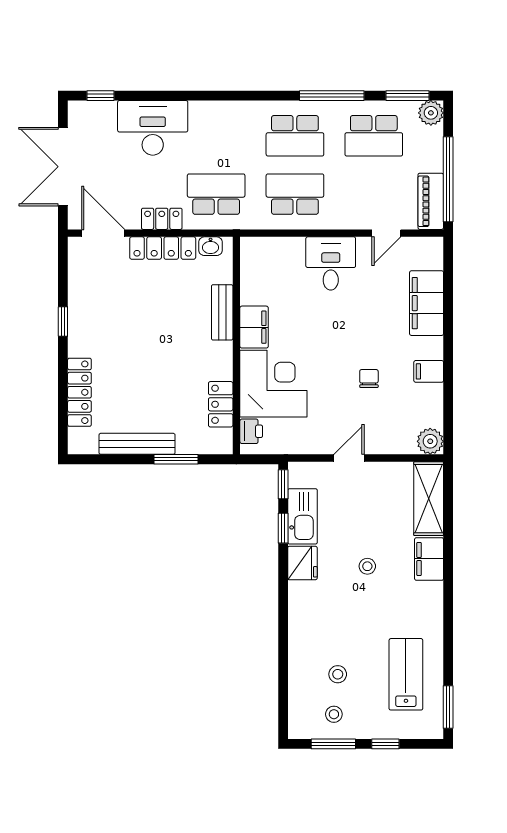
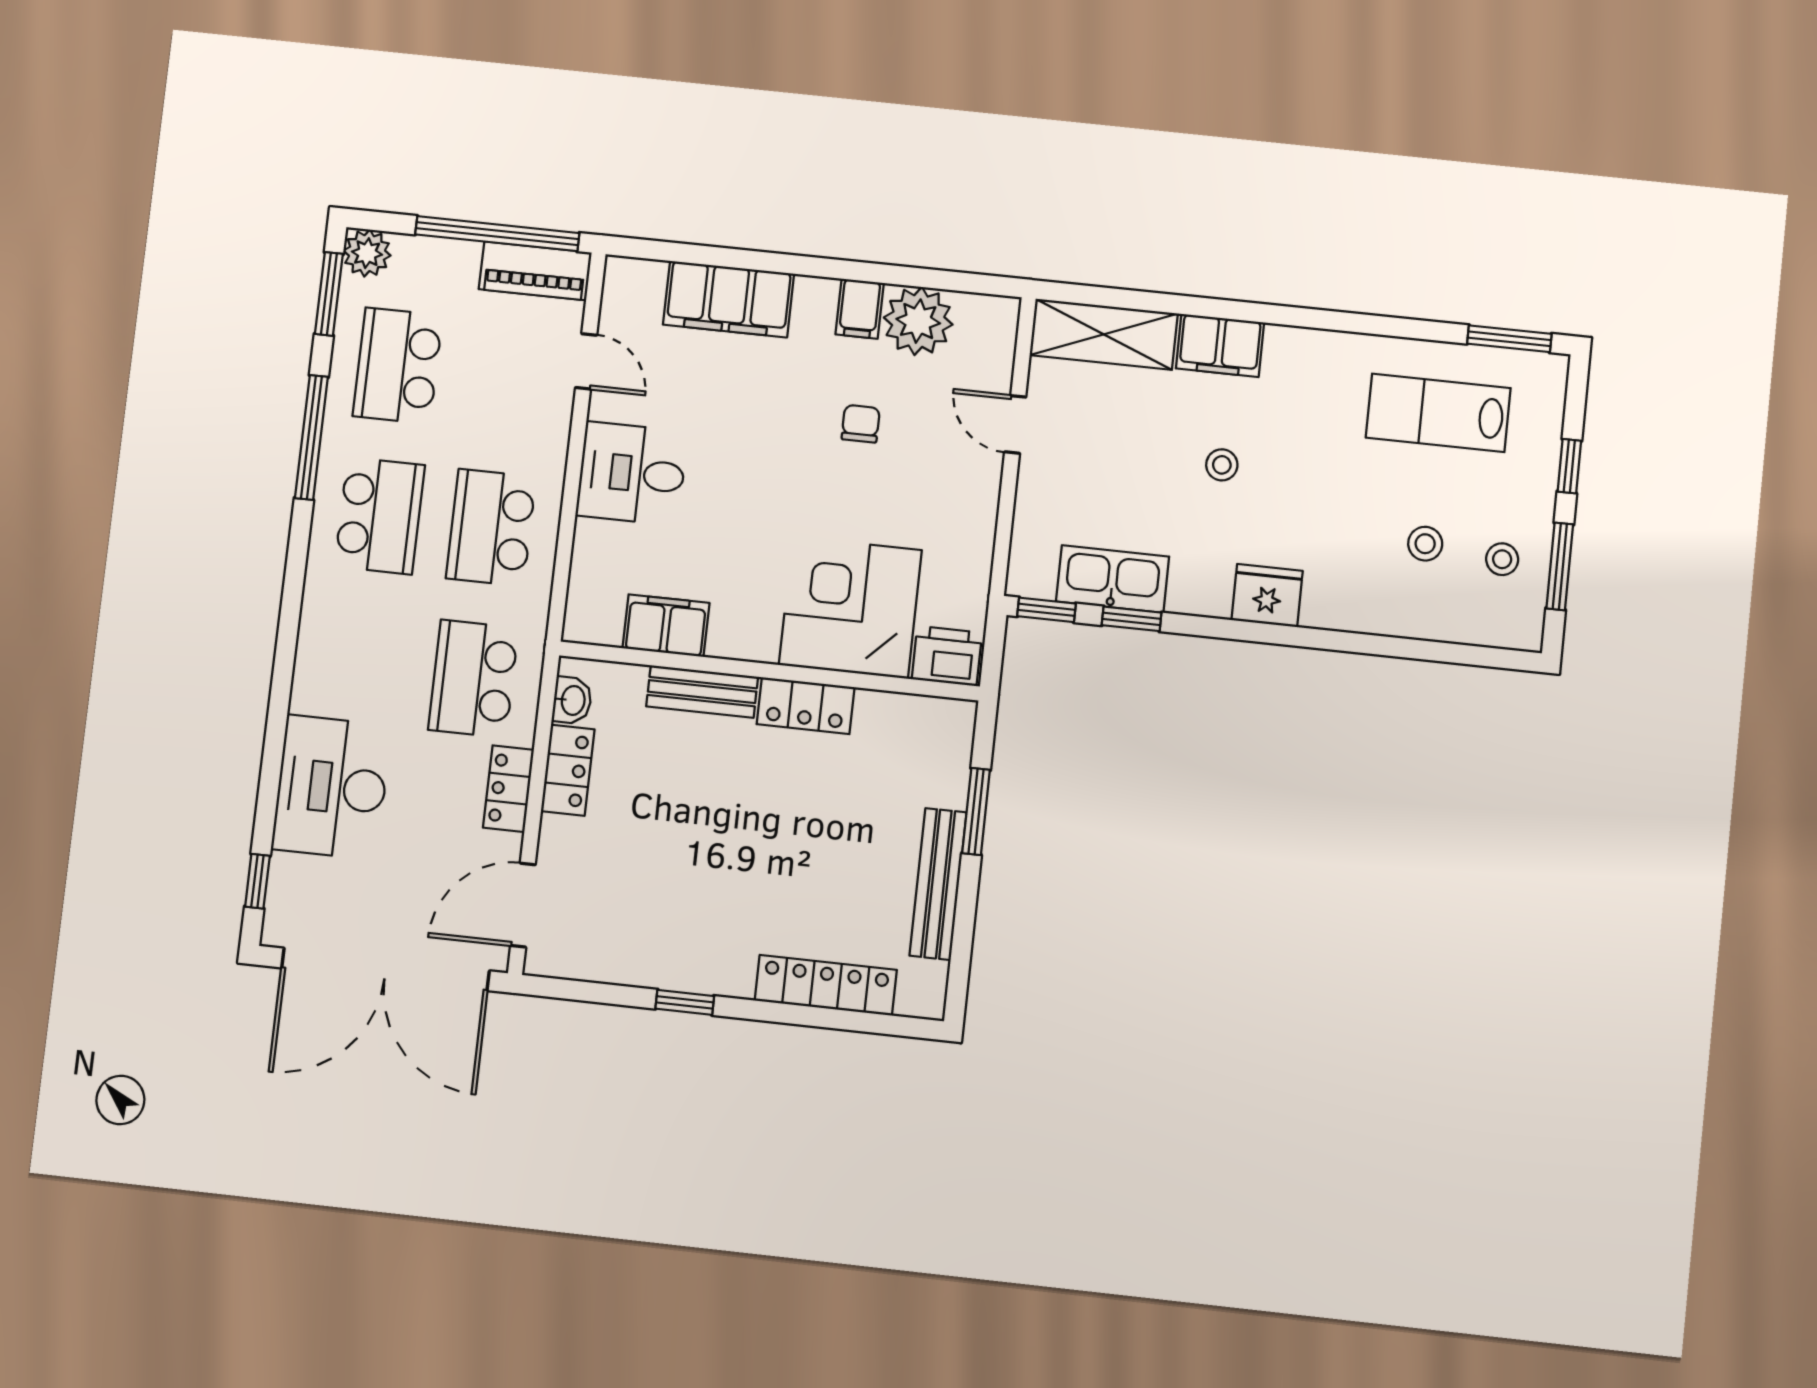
school desk: (374, 136) -> (398, 366), turned 180
double door: (63, 167) -> (385, 969), width x1.36
locker: (163, 248) -> (568, 770), width x0.66
filing cabinet: (254, 327) -> (666, 626), moved
chair: (369, 379) -> (861, 424), turned 90
locker: (221, 404) -> (806, 706), moved
printer: (251, 431) -> (947, 656), width x1.36, depth x1.24
plant: (430, 441) -> (918, 321), moved, width x1.36, depth x1.36
door: (349, 458) -> (1015, 424), moved
fridge: (302, 563) -> (1267, 596), moved

